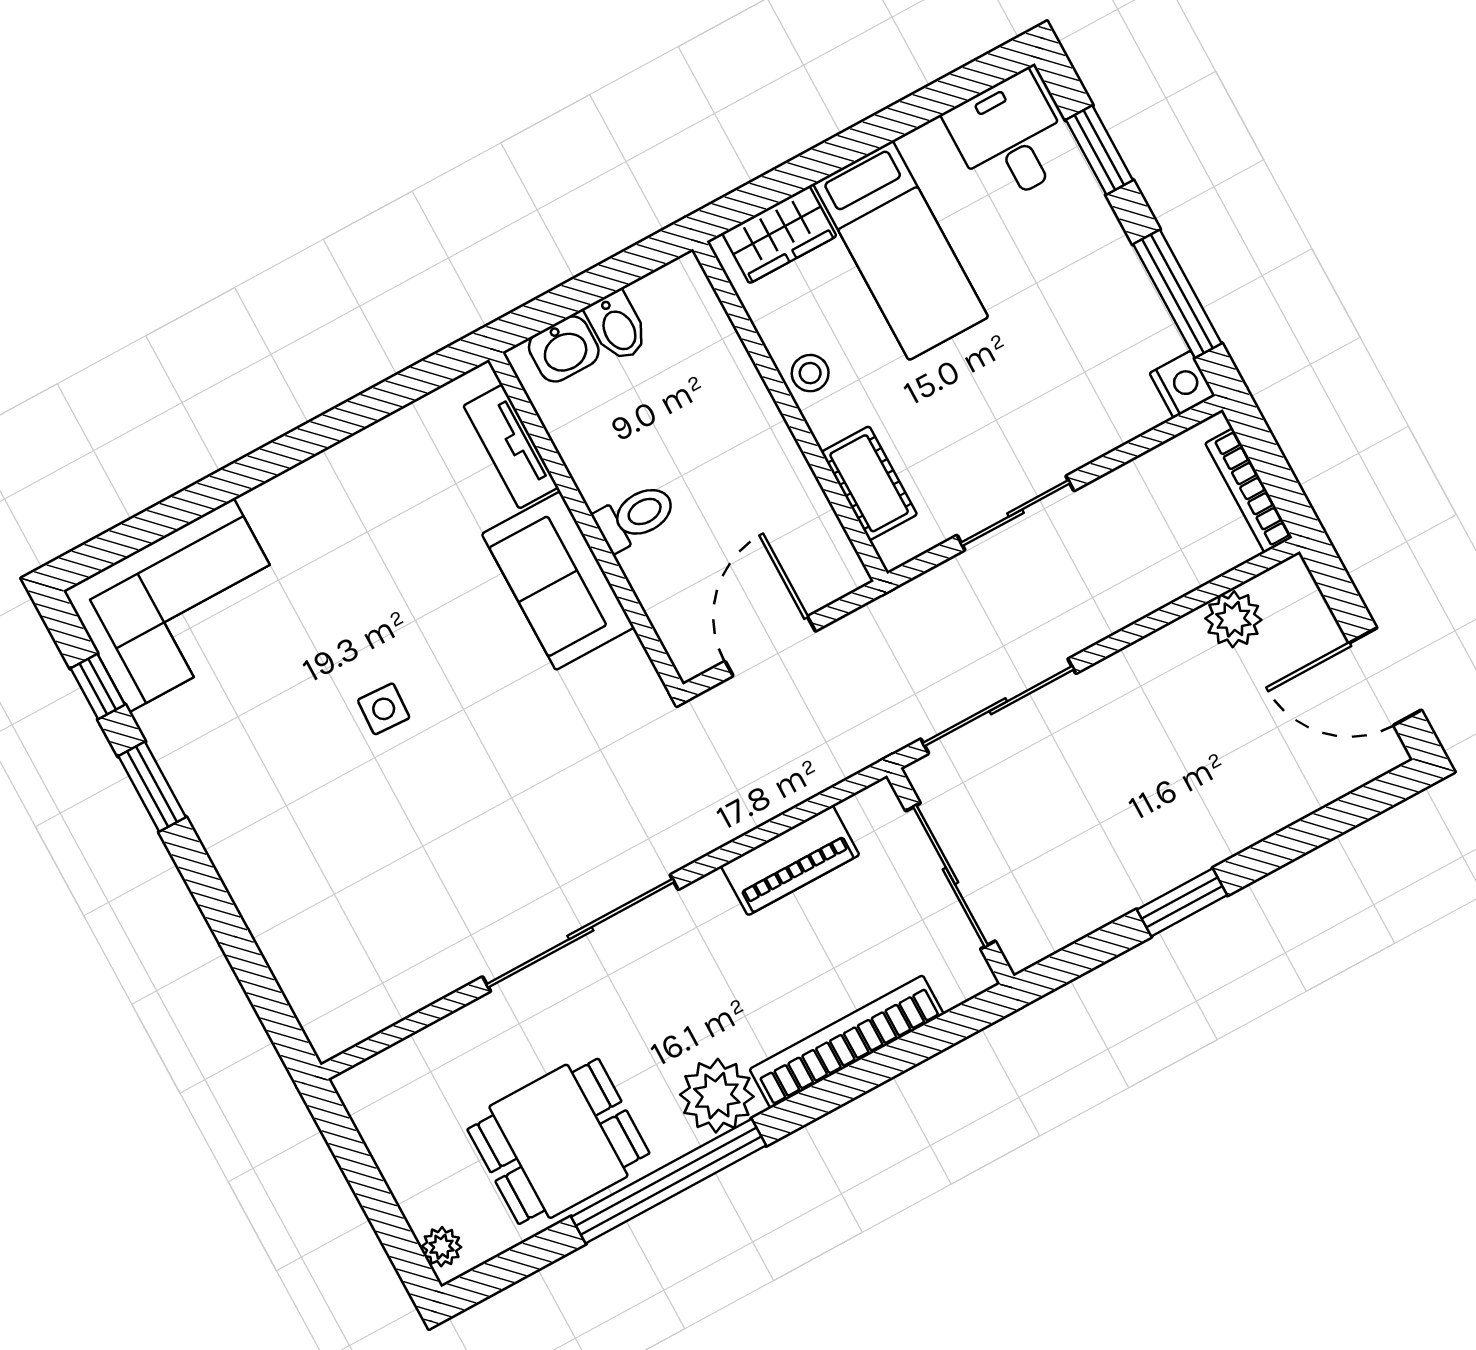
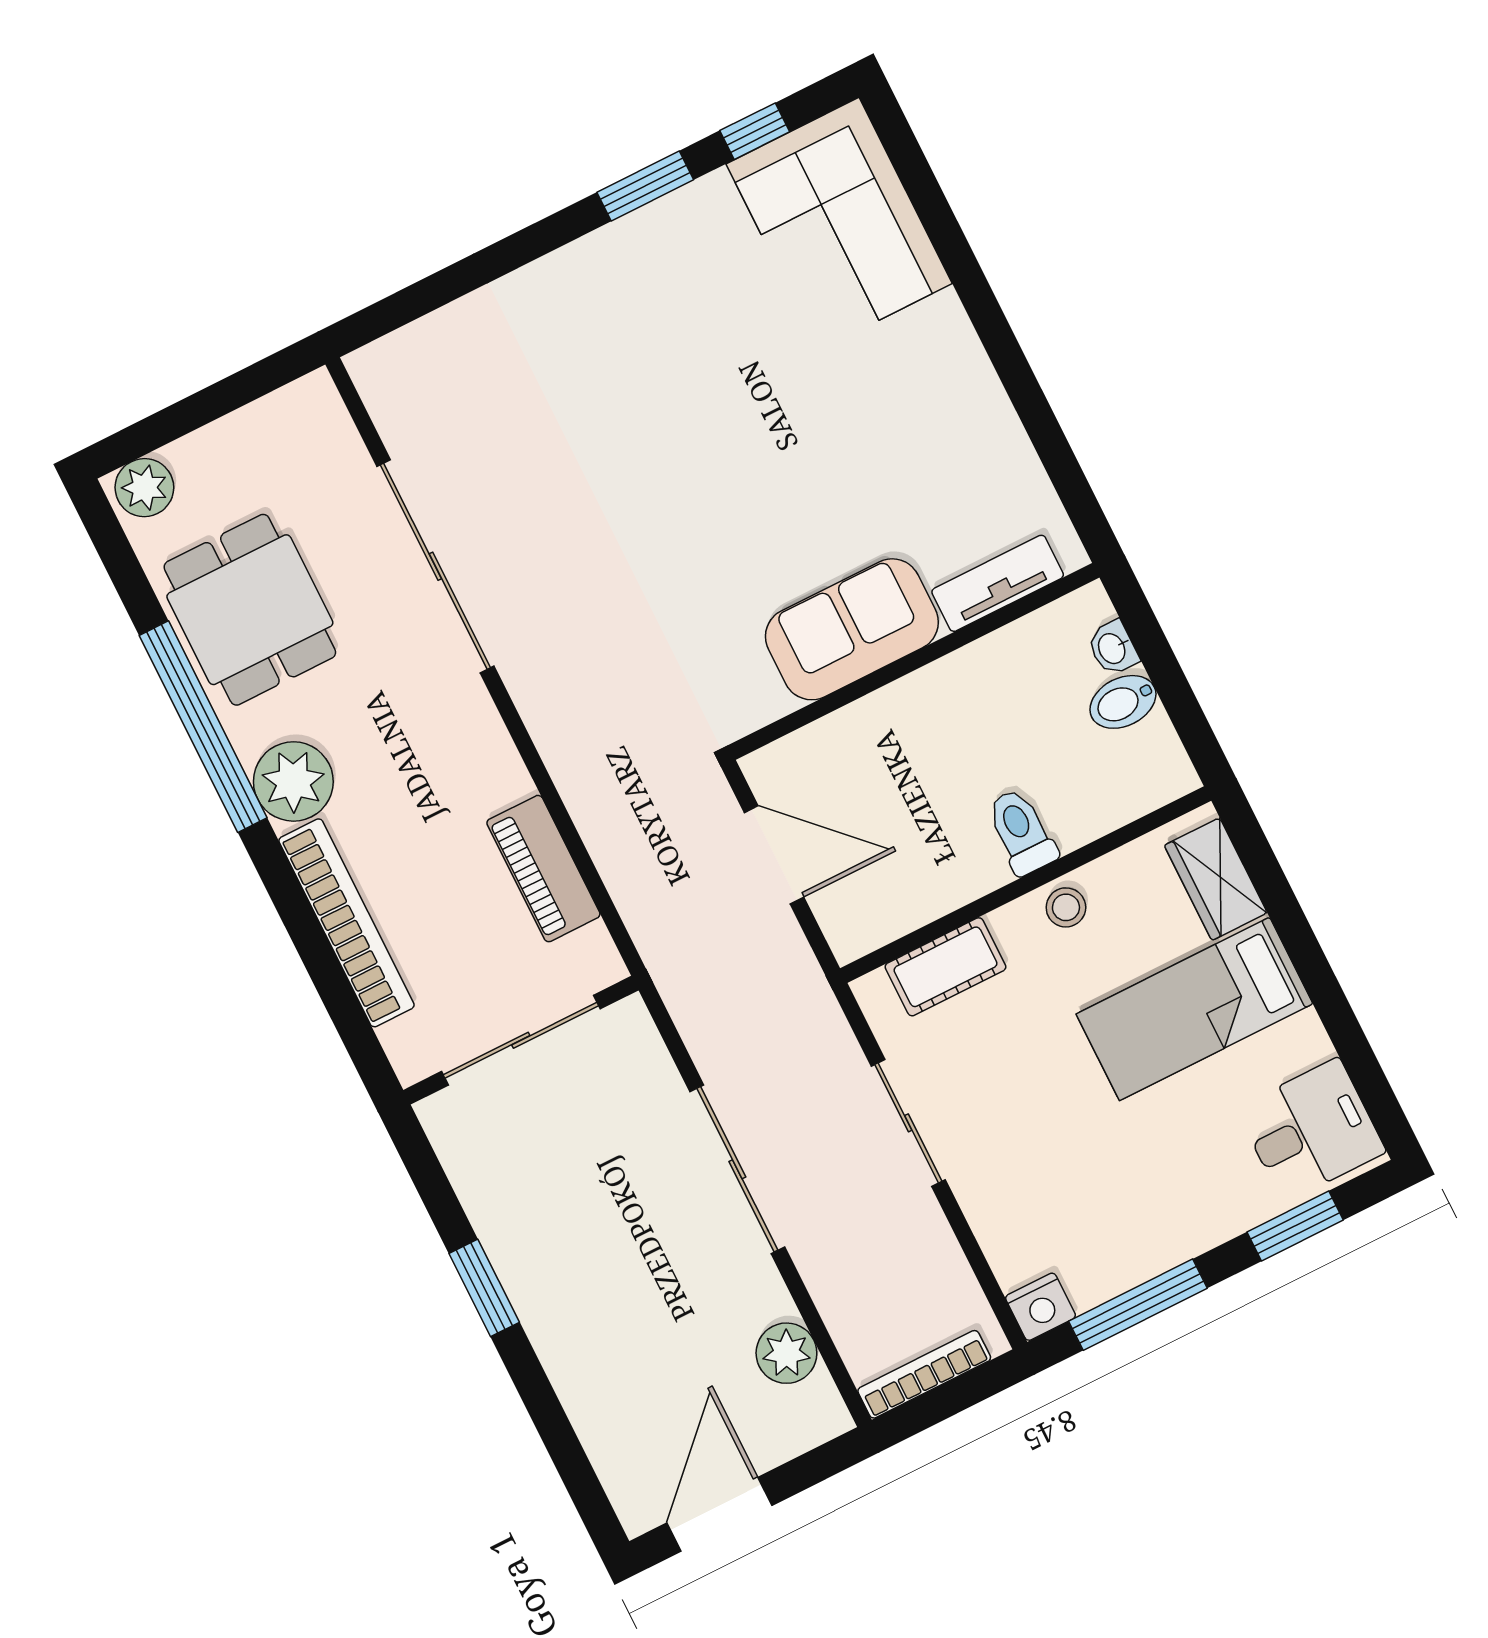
washbasin: (564, 349) -> (1113, 648), width x0.72, depth x0.69
toilet: (635, 517) -> (1021, 832), moved, turned 180
sliding door: (998, 706) -> (737, 1169), moved
side table: (384, 709) -> (720, 437), removed
sliding door: (580, 933) -> (435, 566), moved
plant: (442, 1247) -> (144, 488), width x1.38, depth x1.38

